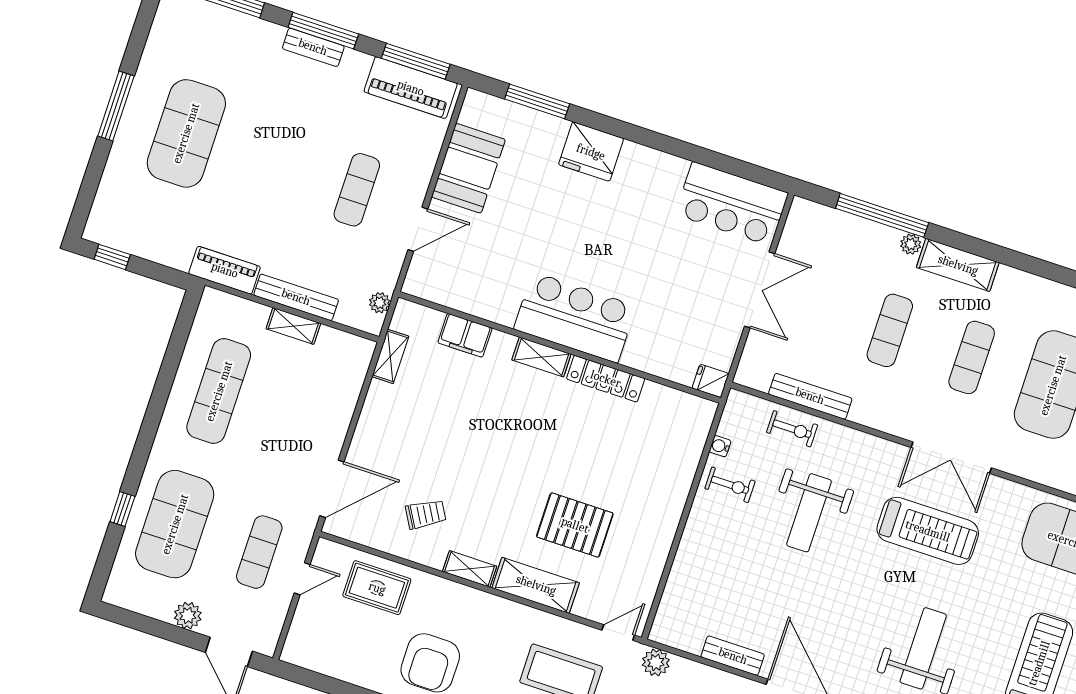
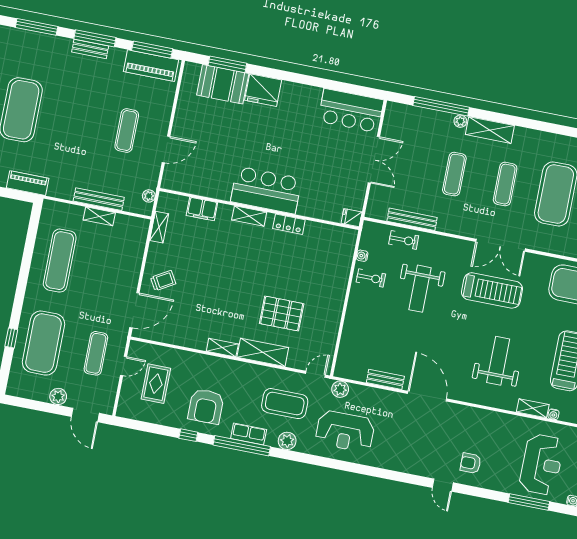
booth: (468, 168) -> (223, 84), moved, turned 90
piano: (225, 270) -> (28, 183), moved
locker: (606, 379) -> (289, 224), width x0.66
trolley: (426, 514) -> (163, 281), moved
rug: (377, 588) -> (156, 384), moved, turned 90

